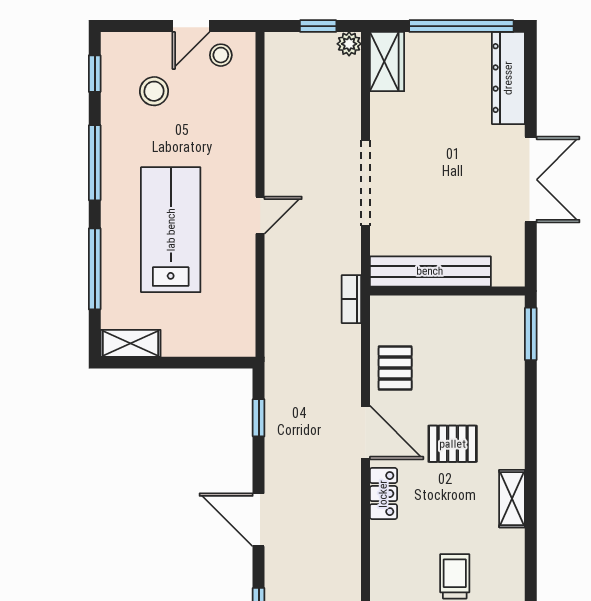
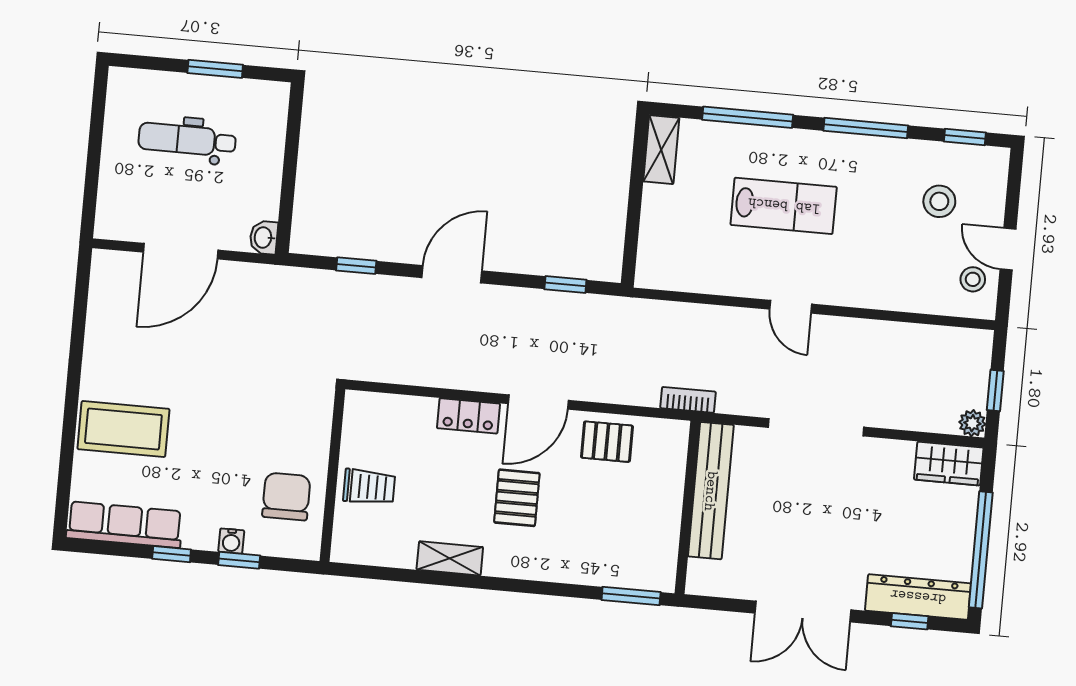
window: (531, 84) -> (910, 621), added
lab bench: (171, 230) -> (784, 206), width x0.73, depth x0.72

